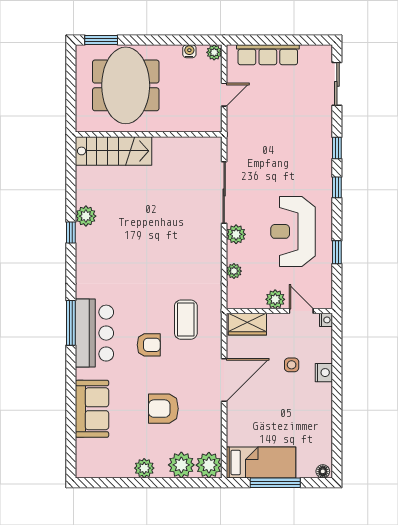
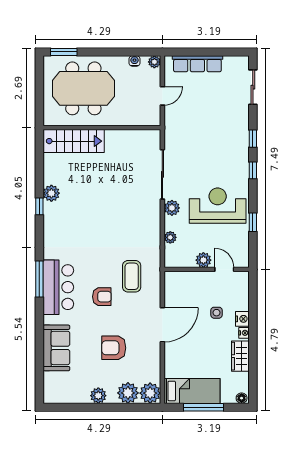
meeting table: (126, 85) -> (83, 88), turned 90
reception desk: (293, 231) -> (218, 206), turned 90
nightstand: (326, 320) -> (244, 333), moved
wardrobe: (247, 324) -> (240, 356), moved, turned 90

